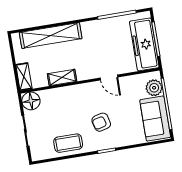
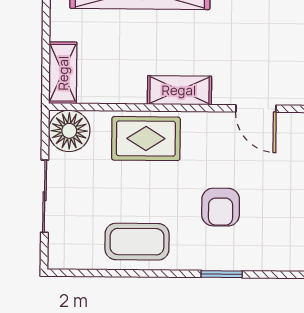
shelving: (62, 77) -> (179, 90), moved
rug: (64, 98) -> (146, 139), added
armchair: (101, 122) -> (221, 207), turned -76

